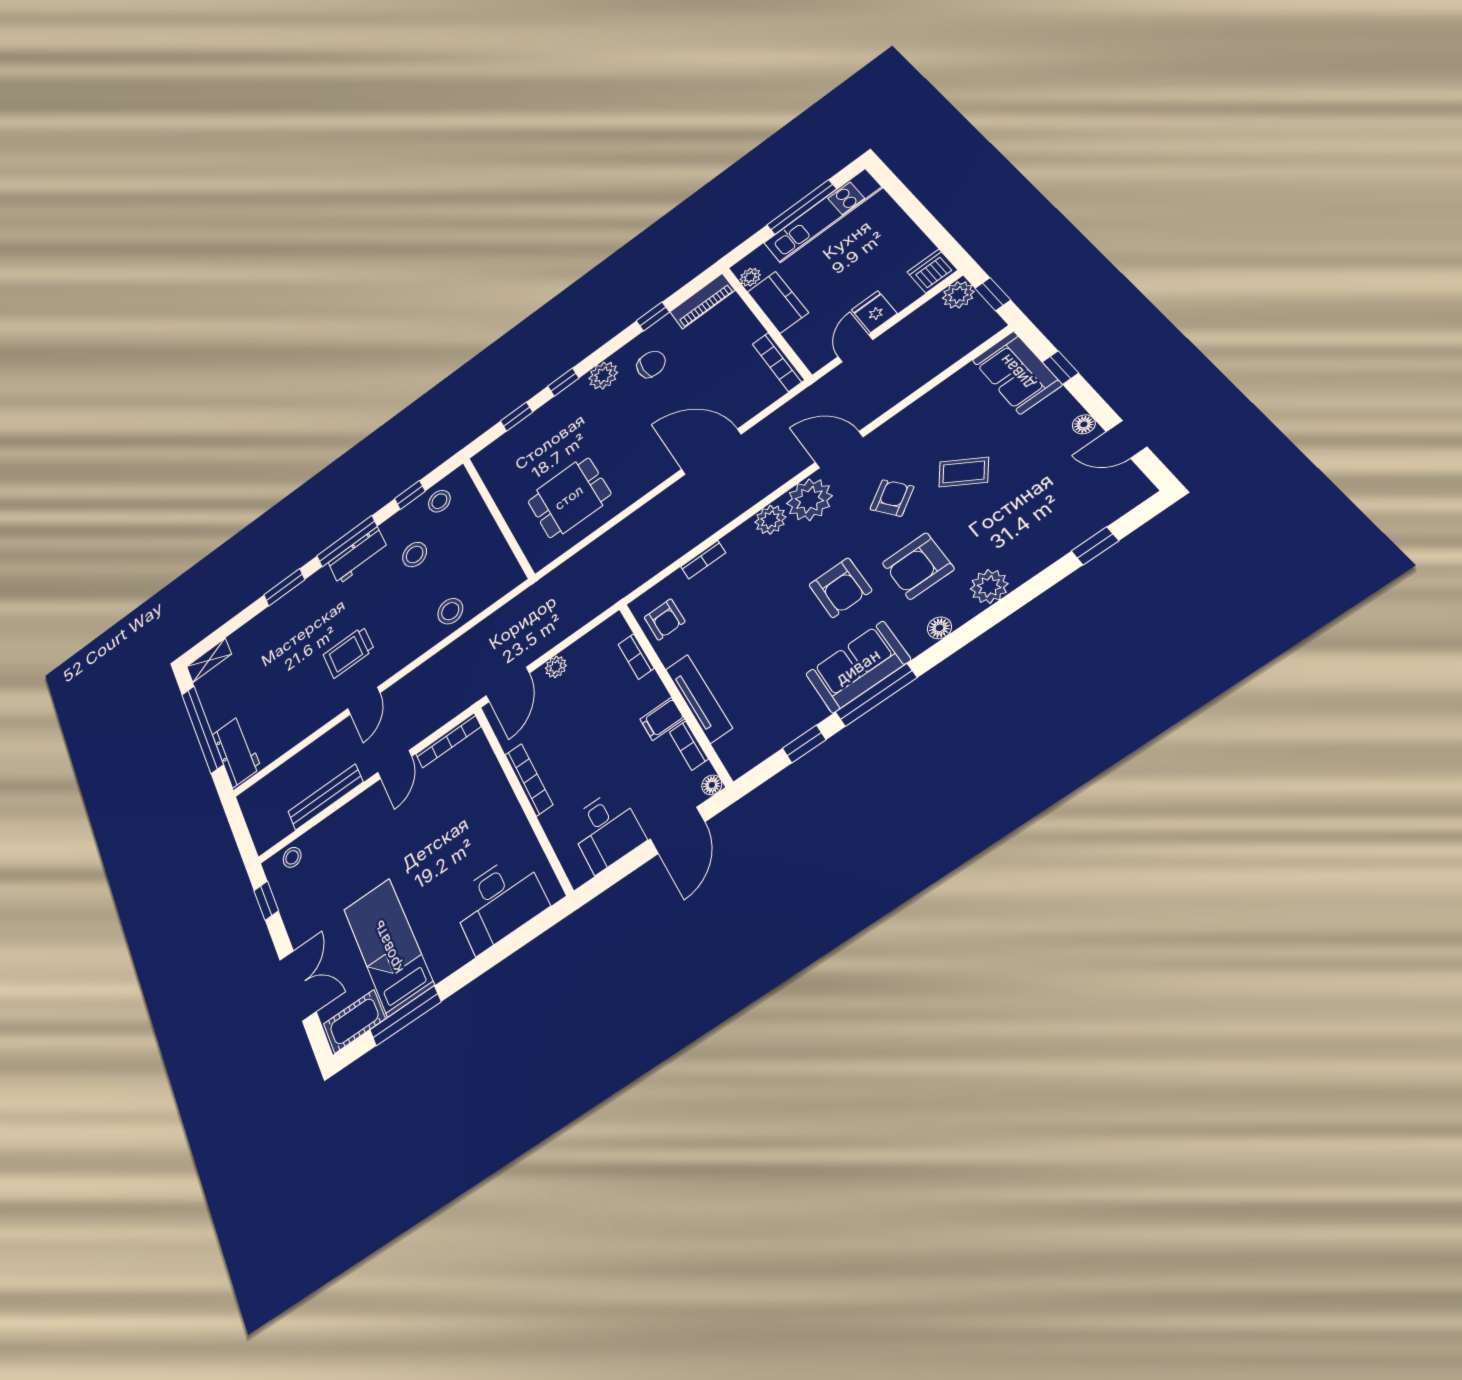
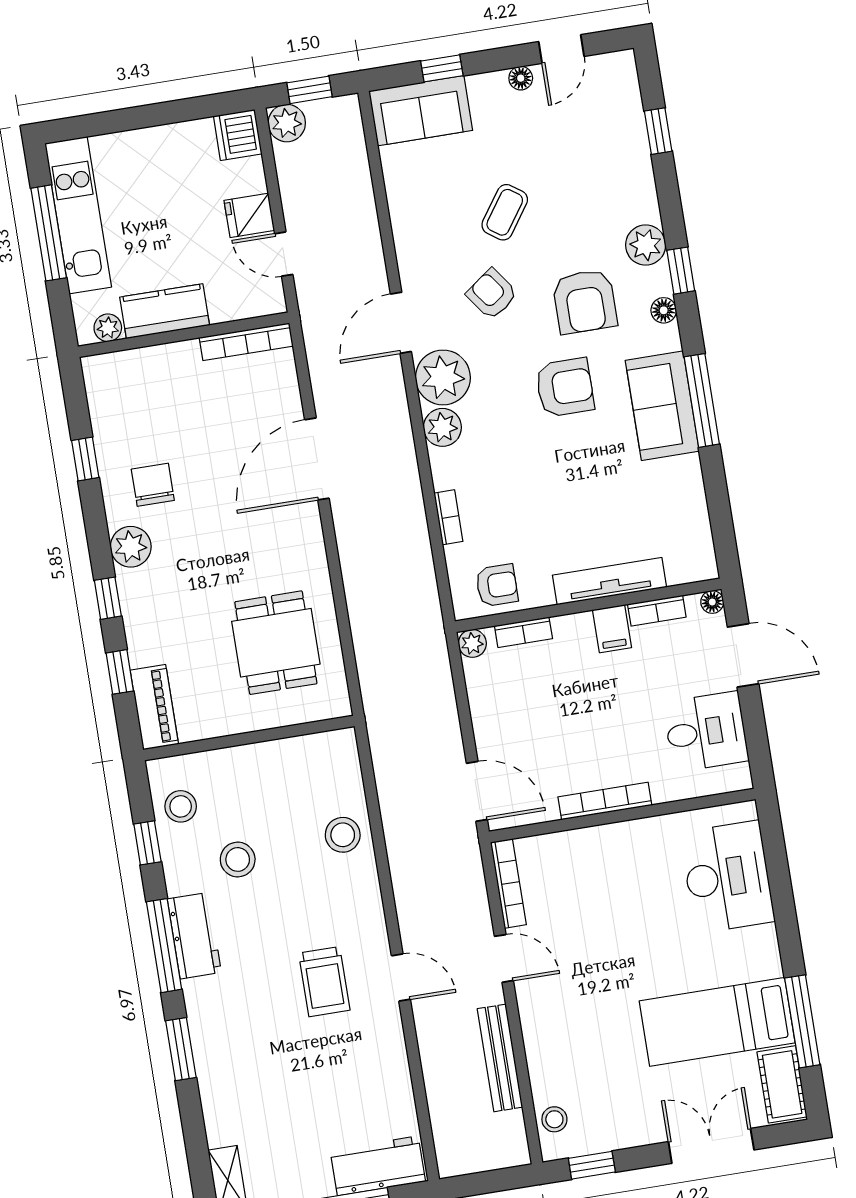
piano: (702, 301) -> (154, 707), moved
plant: (556, 667) -> (472, 643), moved
window: (804, 744) -> (681, 271), moved

